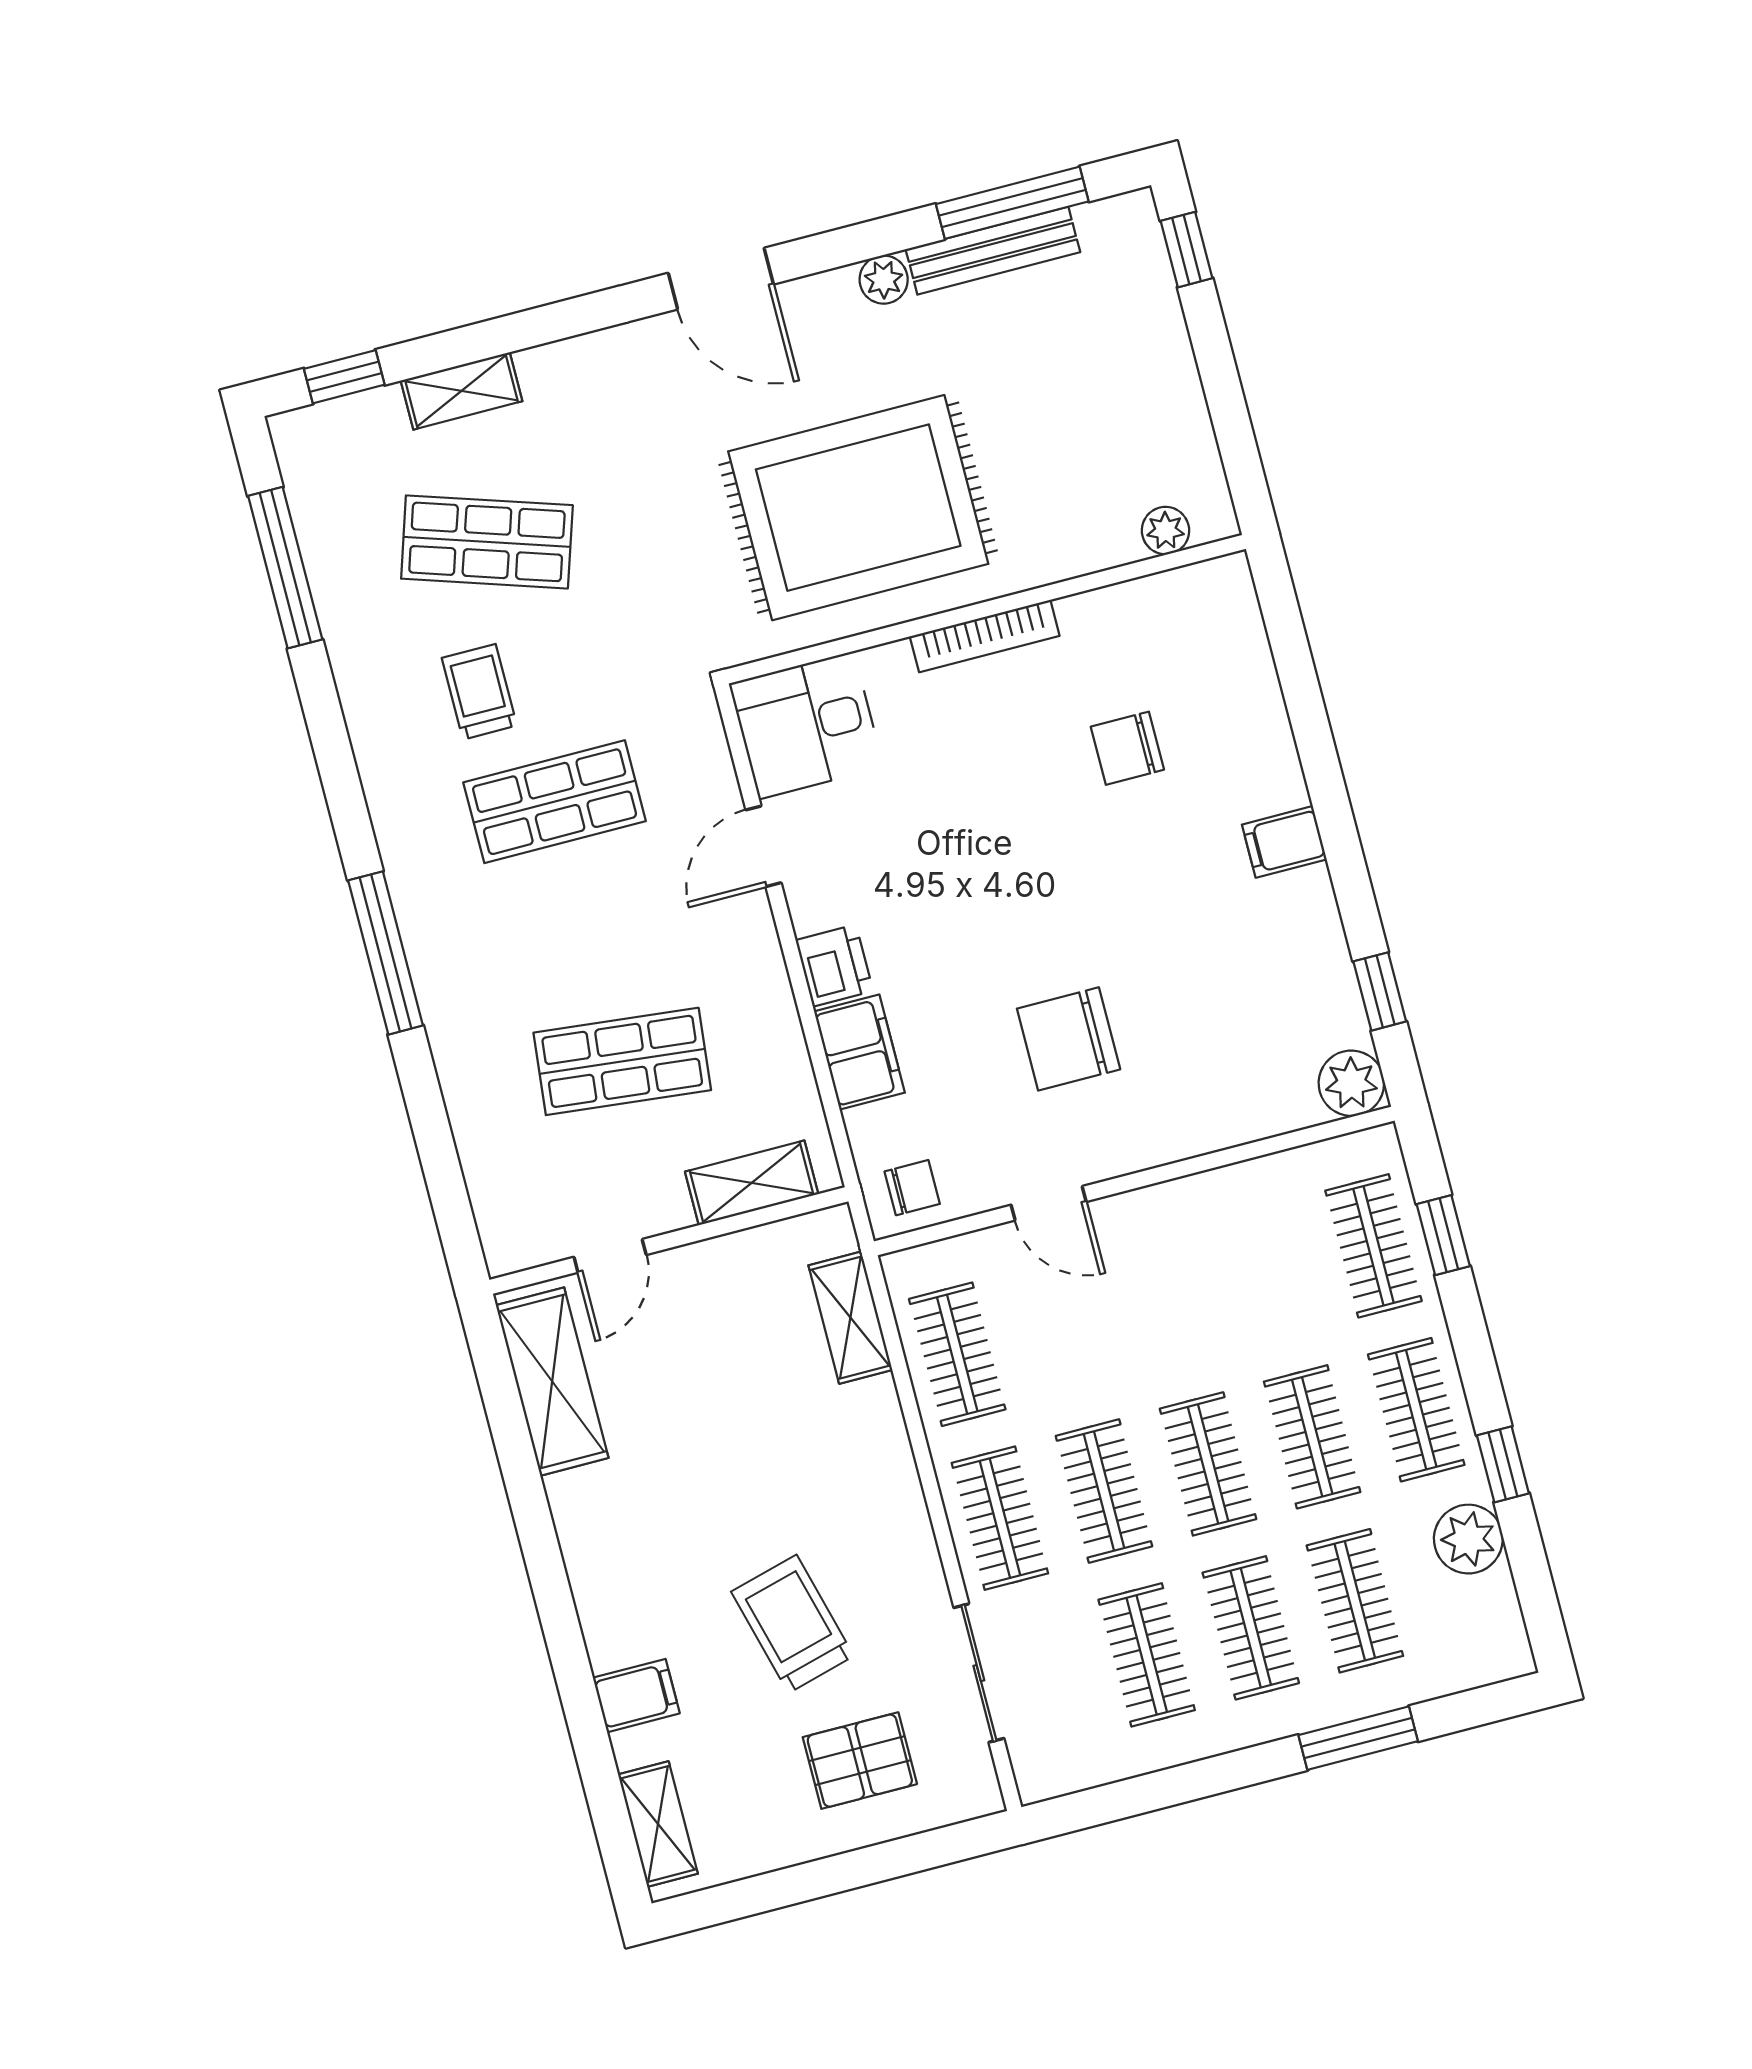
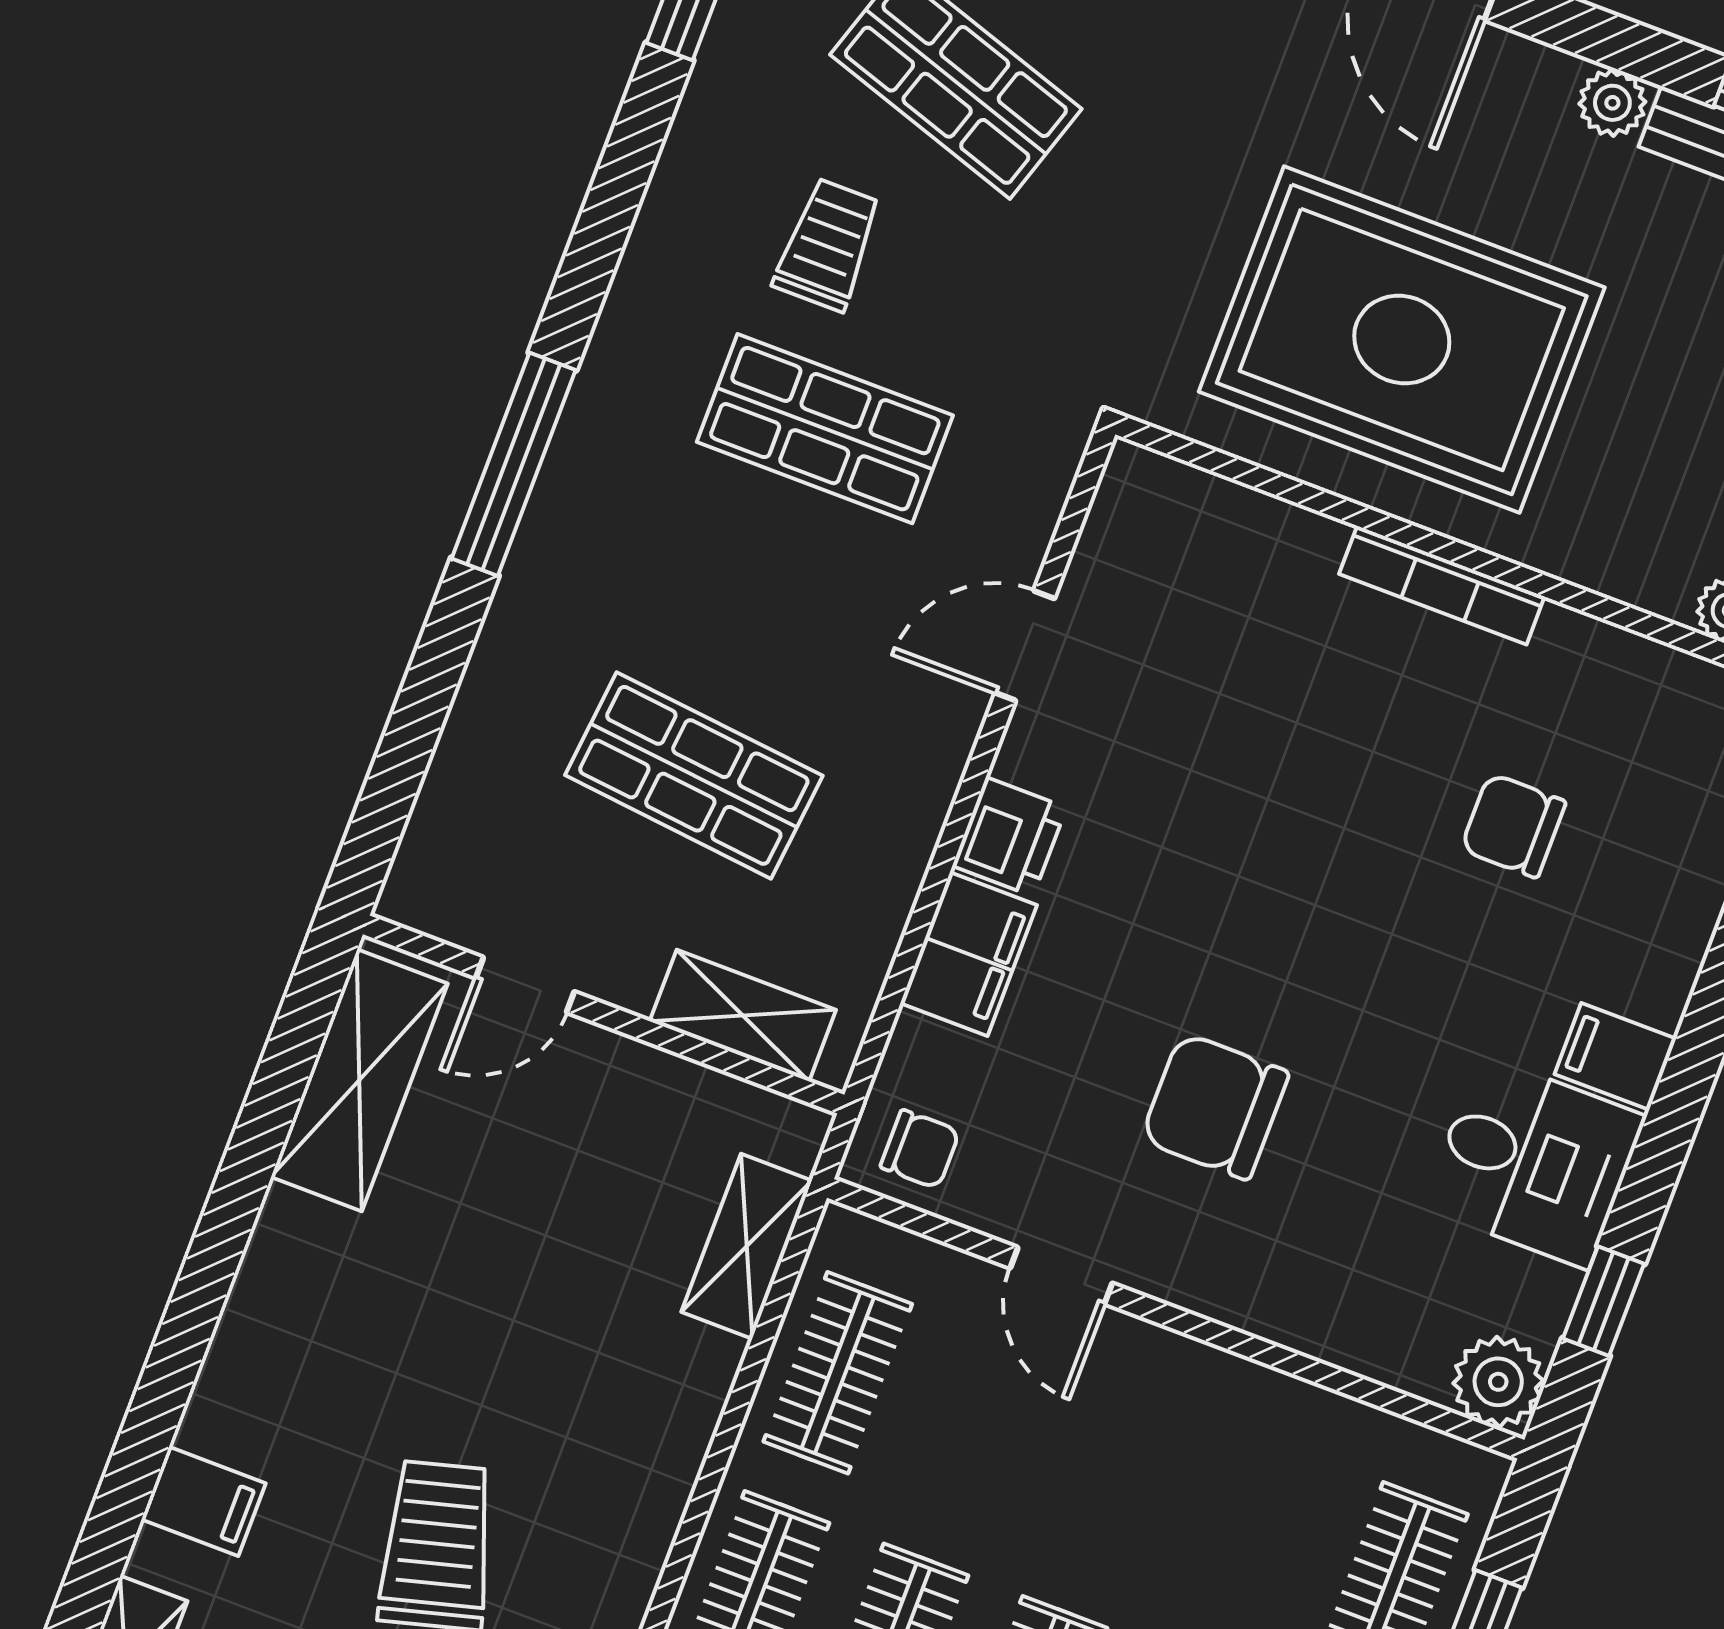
desk: (806, 725) -> (1534, 1162), moved, turned 180

